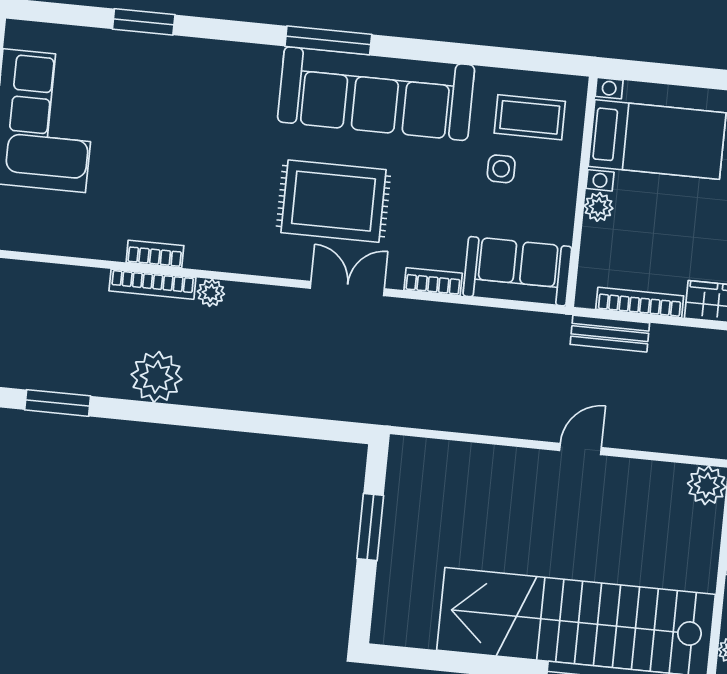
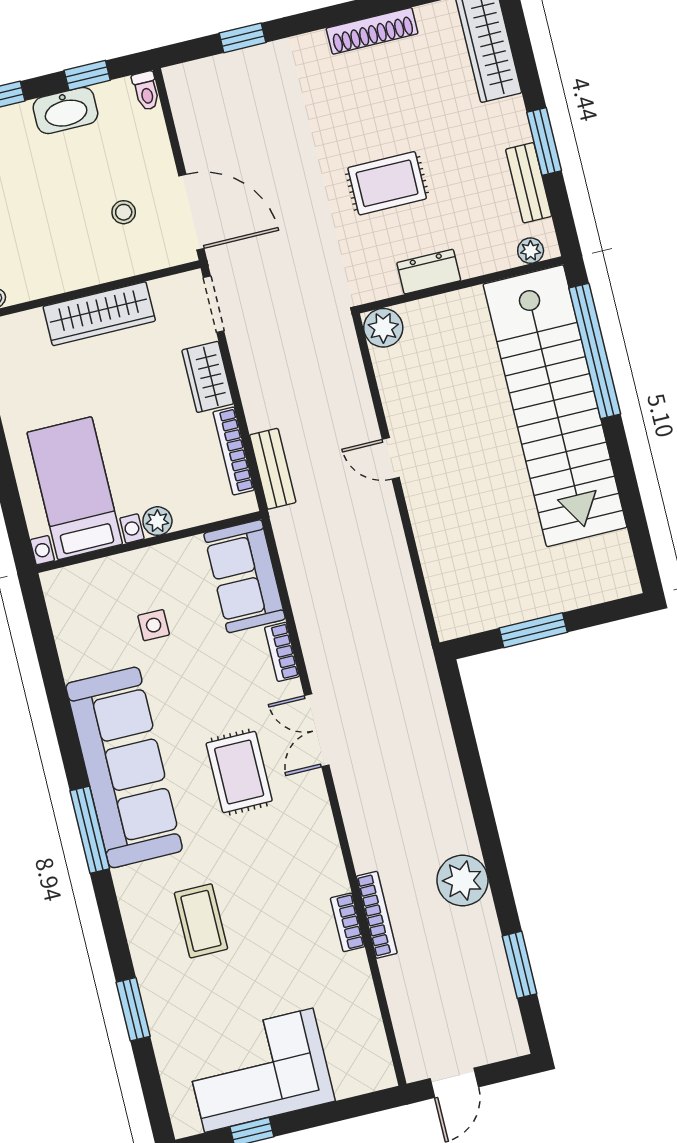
coffee table: (530, 117) -> (201, 921), moved
rug: (333, 201) -> (239, 772), width x0.73, depth x0.70
plant: (211, 293) -> (366, 857), removed

